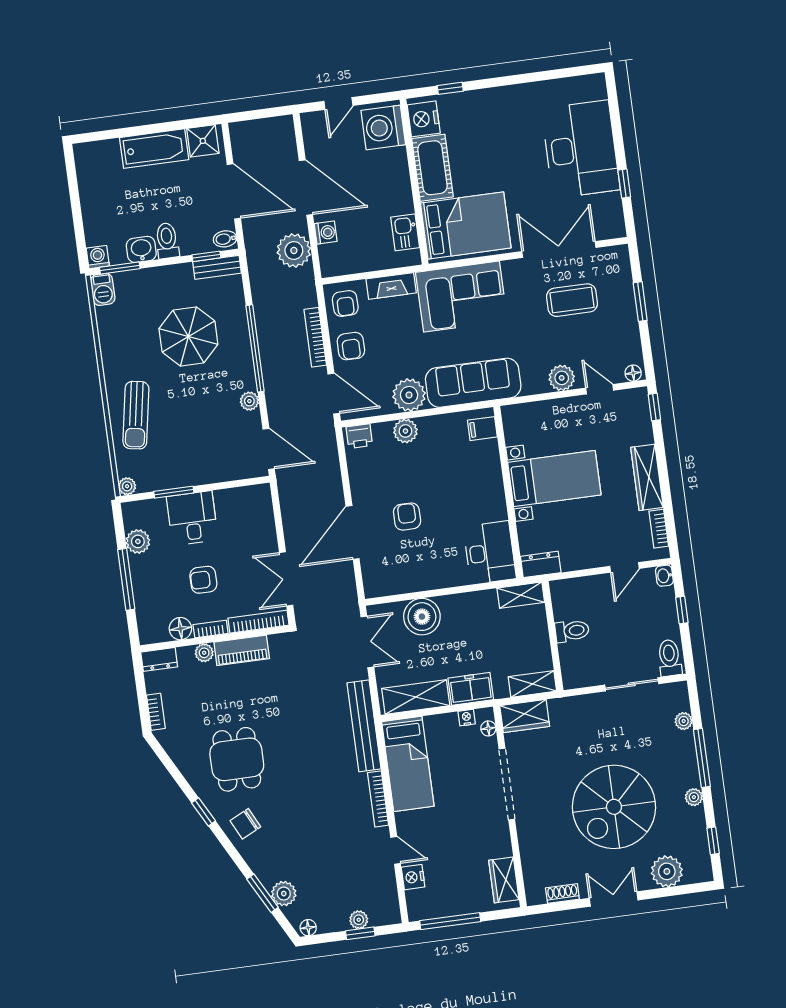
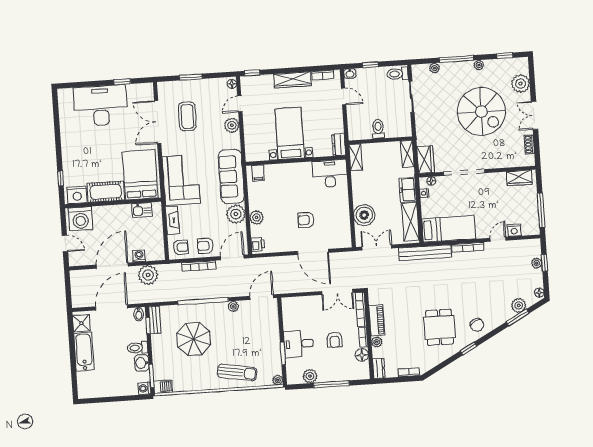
armchair: (351, 346) -> (205, 246), turned 180
dining table: (237, 759) -> (439, 327), turned 90

